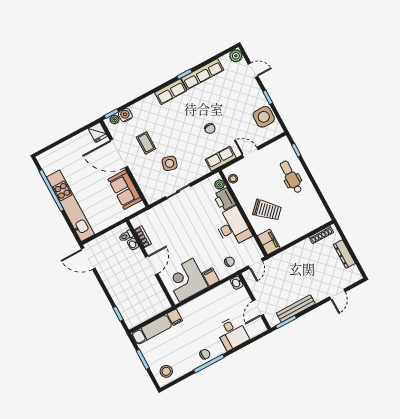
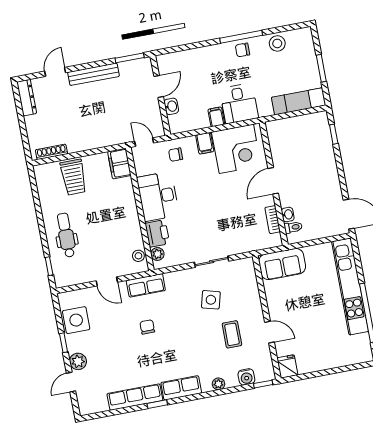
plant: (236, 56) -> (78, 361), moved
door: (253, 70) -> (71, 382), hinge flipped
plant: (114, 119) -> (218, 384), moved
door: (119, 153) -> (270, 332), width x0.53
dental chair: (291, 177) -> (66, 235), turned 180
sofa: (125, 190) -> (282, 264), moved, turned 90
trolley: (267, 210) -> (73, 177), moved, turned -134
dresser: (344, 254) -> (27, 98), moved
door: (255, 264) -> (144, 142), hinge flipped
washbasin: (237, 283) -> (171, 106), moved
bench: (296, 308) -> (93, 74), moved
filing cabinet: (175, 317) -> (216, 117), moved
desk: (232, 333) -> (239, 103), moved, turned 180
stool: (166, 371) -> (277, 43), moved

